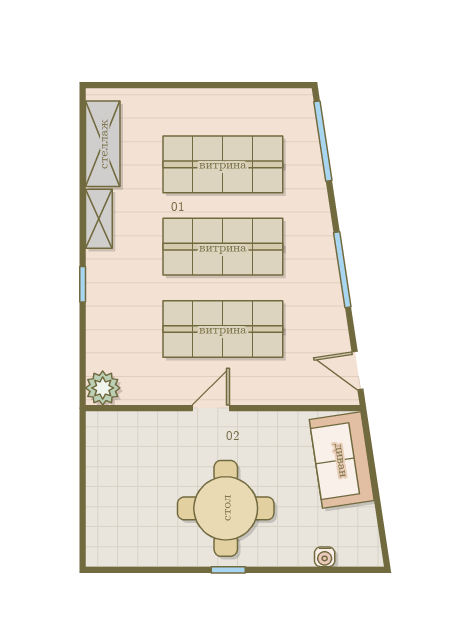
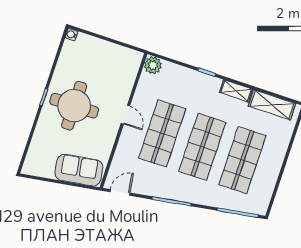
water cooler: (325, 557) -> (72, 35), moved

